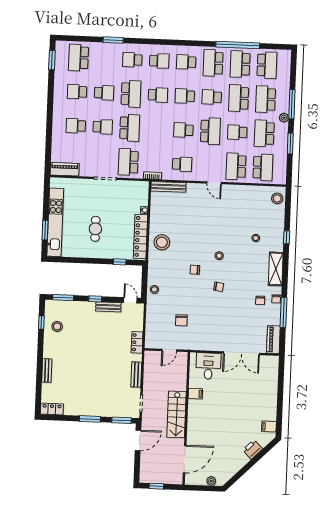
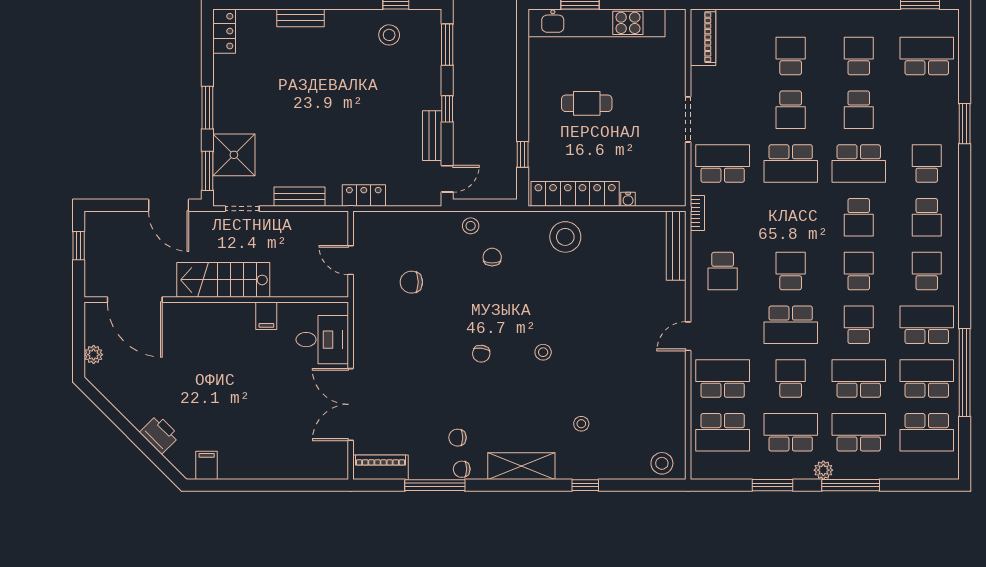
chair: (195, 270) -> (492, 257), moved
shower: (114, 407) -> (234, 155), added

